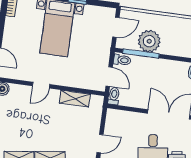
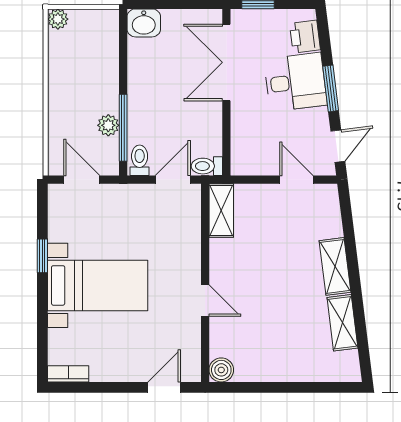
plant: (149, 41) -> (108, 125), width x0.53, depth x0.53
shelving: (75, 99) -> (221, 211), moved

